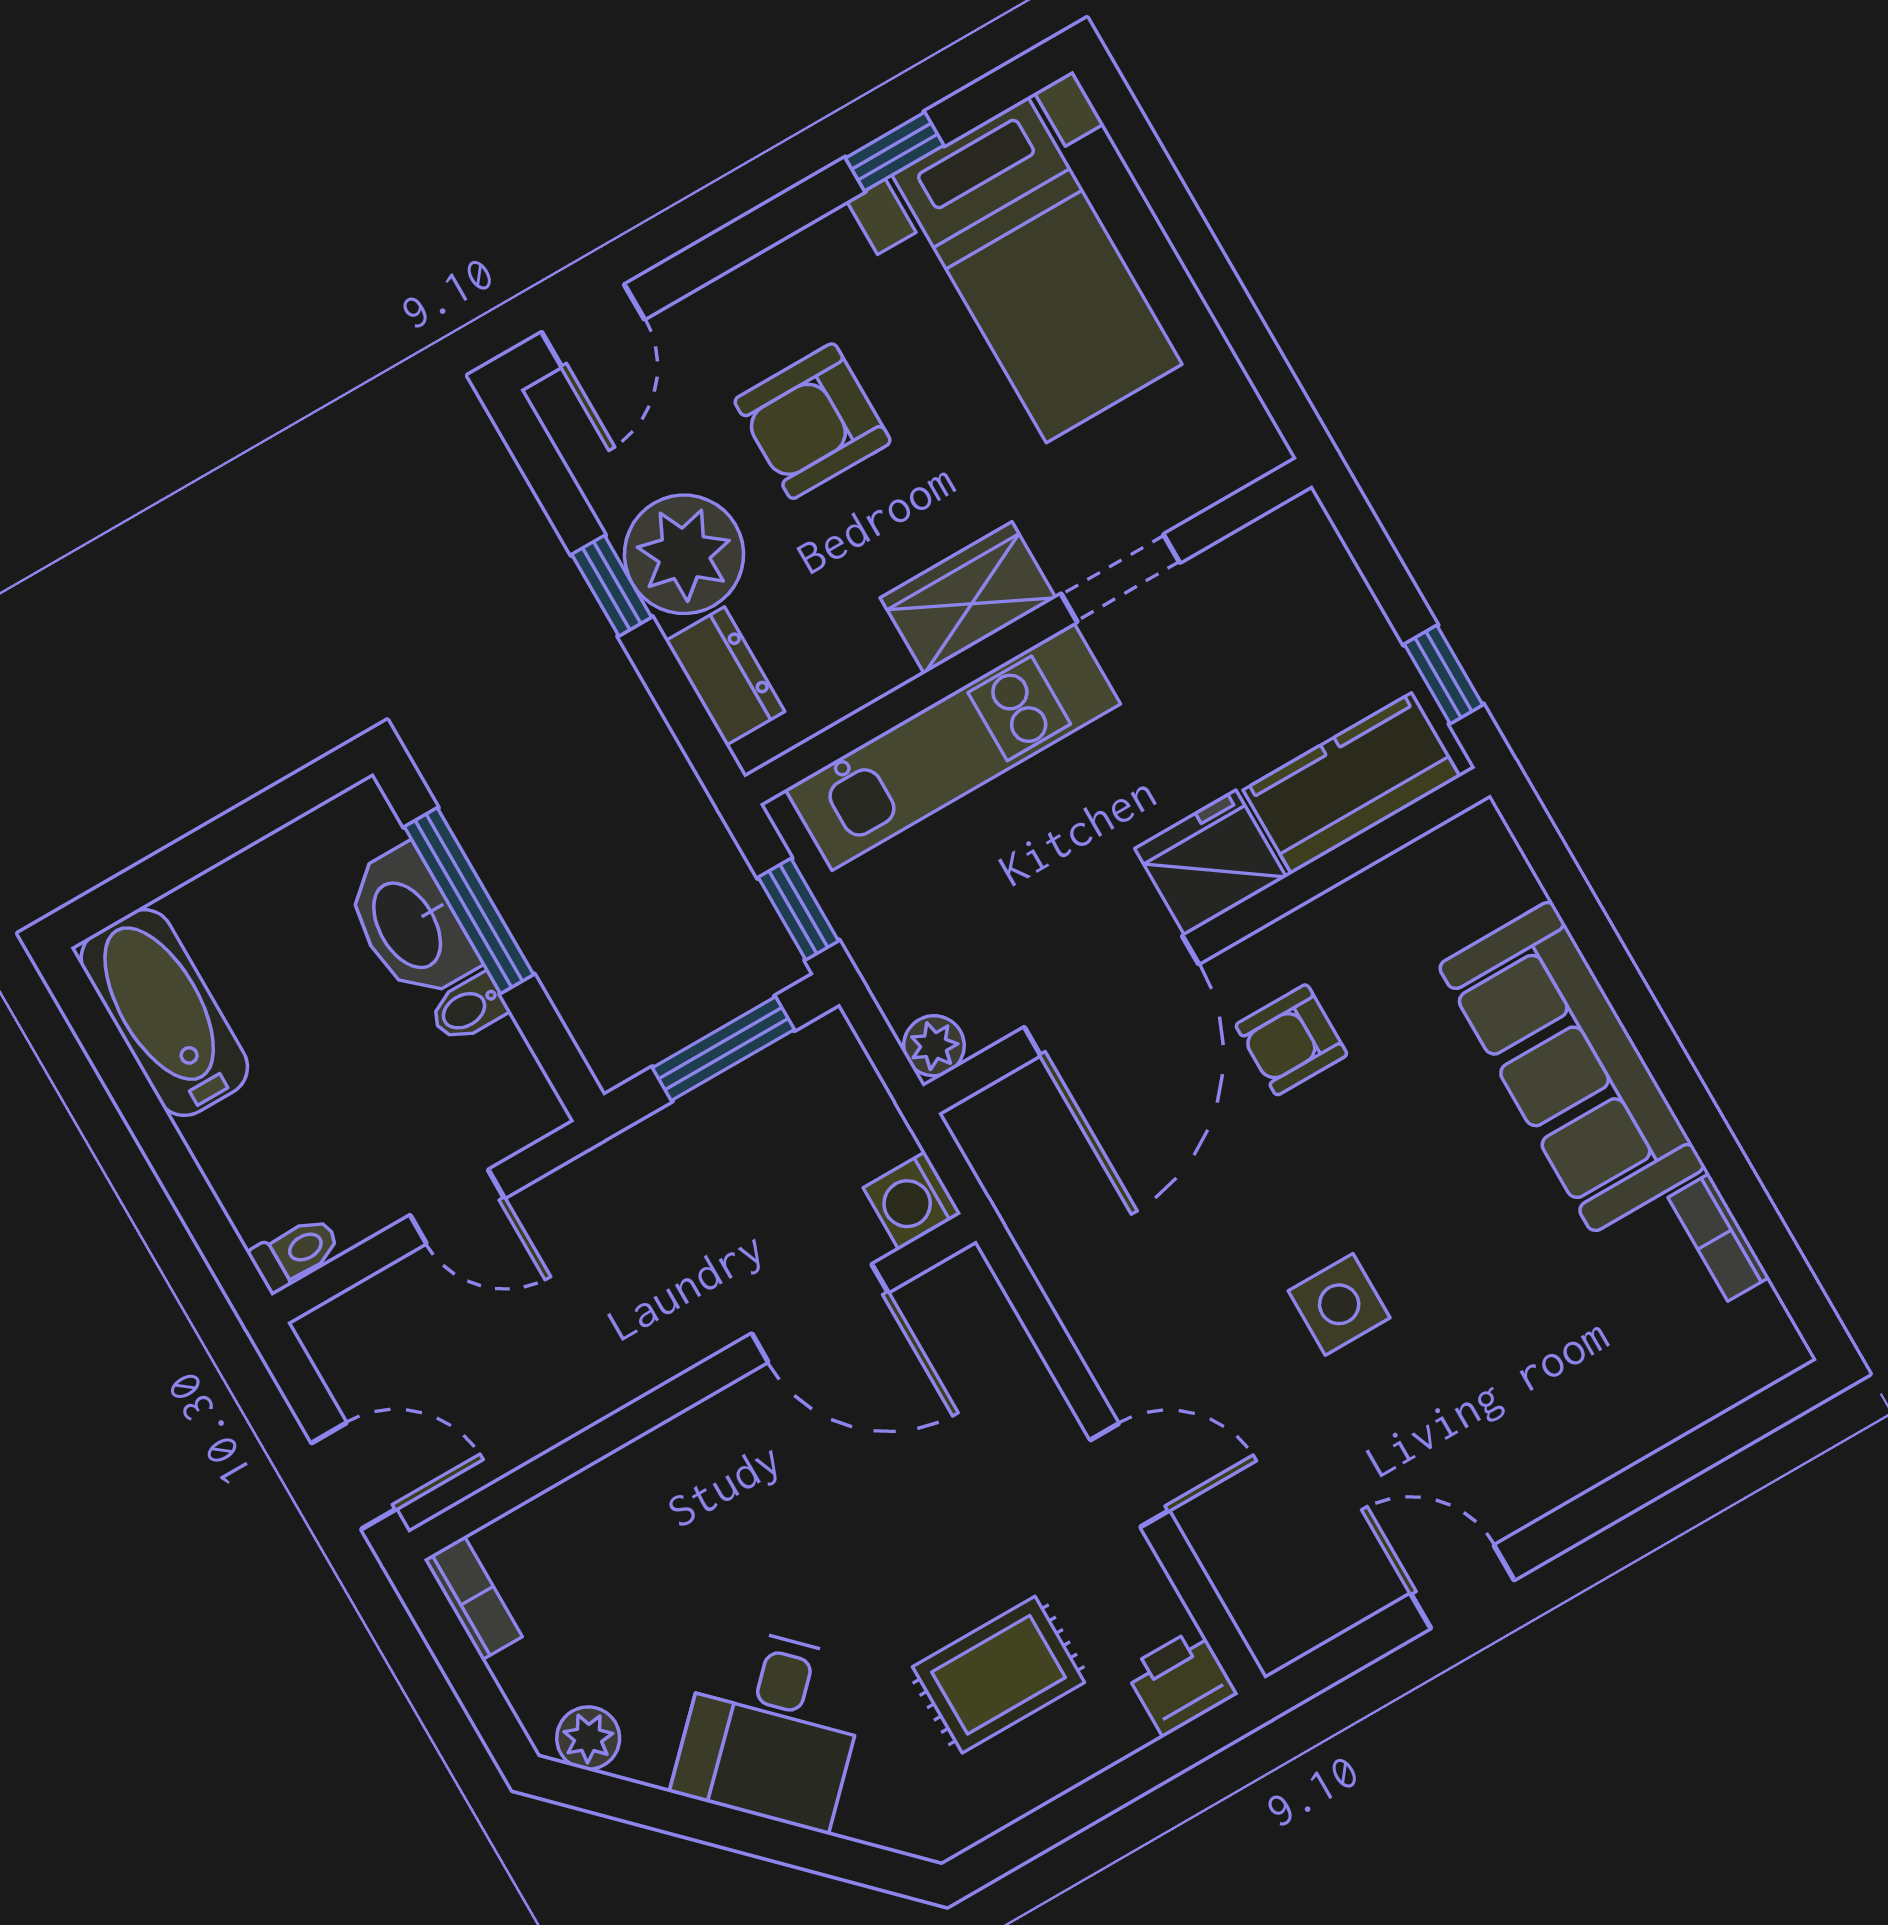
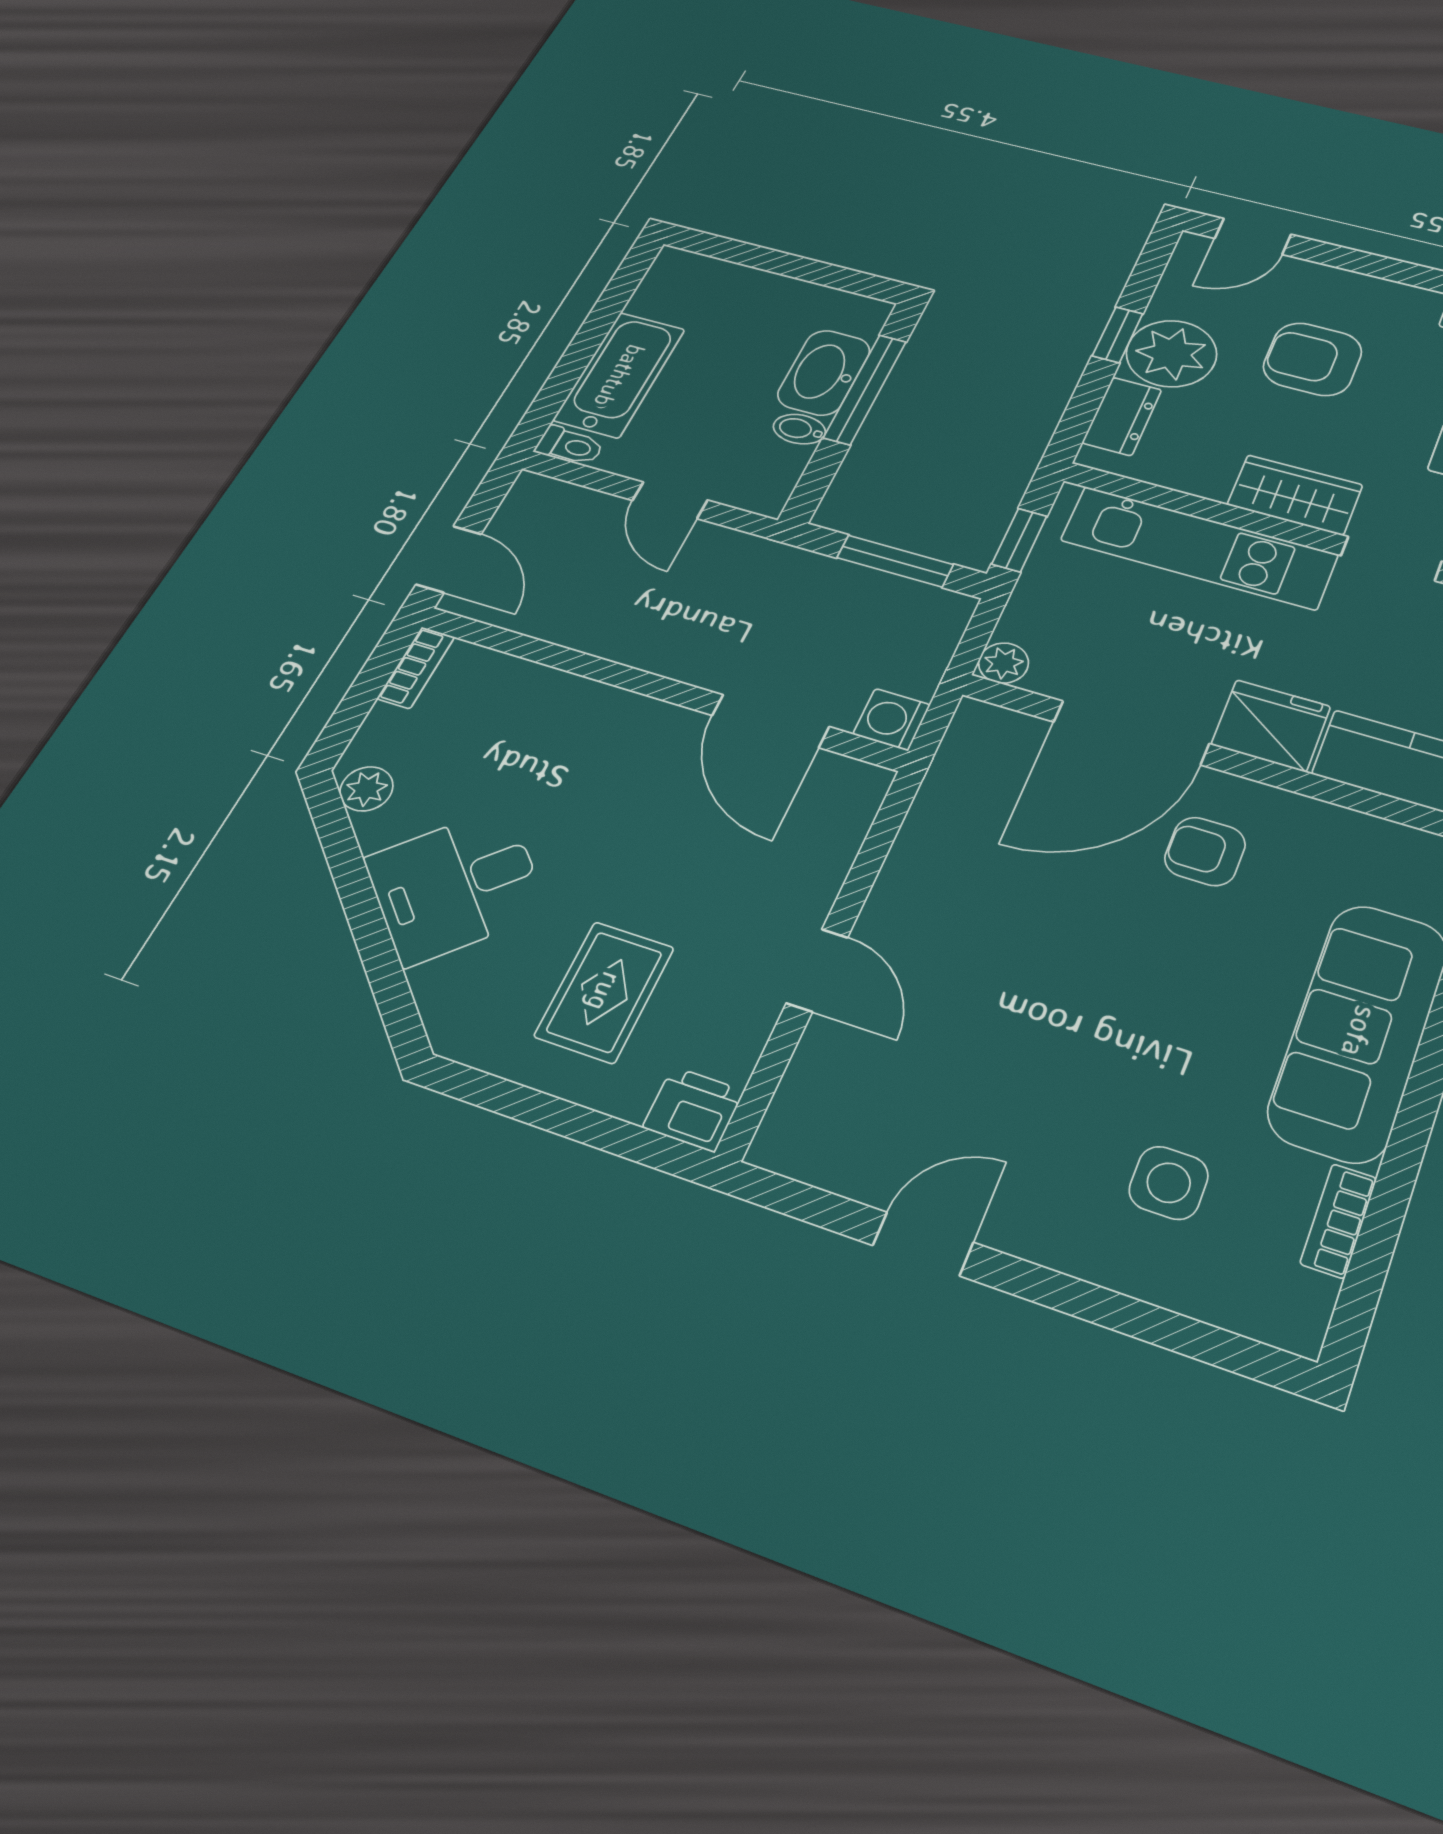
bathtub: (164, 1013) -> (619, 375), moved
side table: (1339, 1304) -> (1169, 1183), moved
door: (1462, 1587) -> (923, 1244), hinge flipped
rug: (999, 1675) -> (604, 992), turned 90

